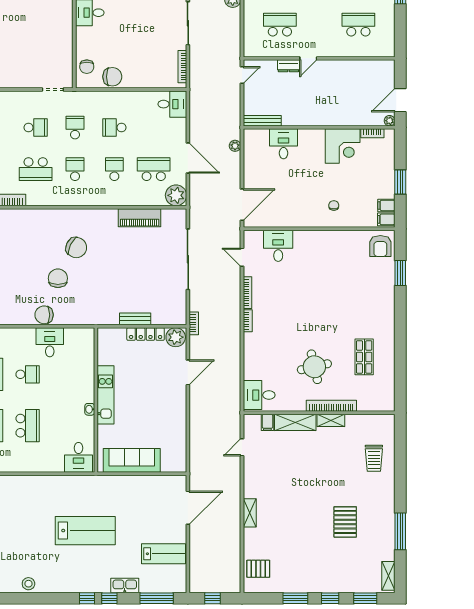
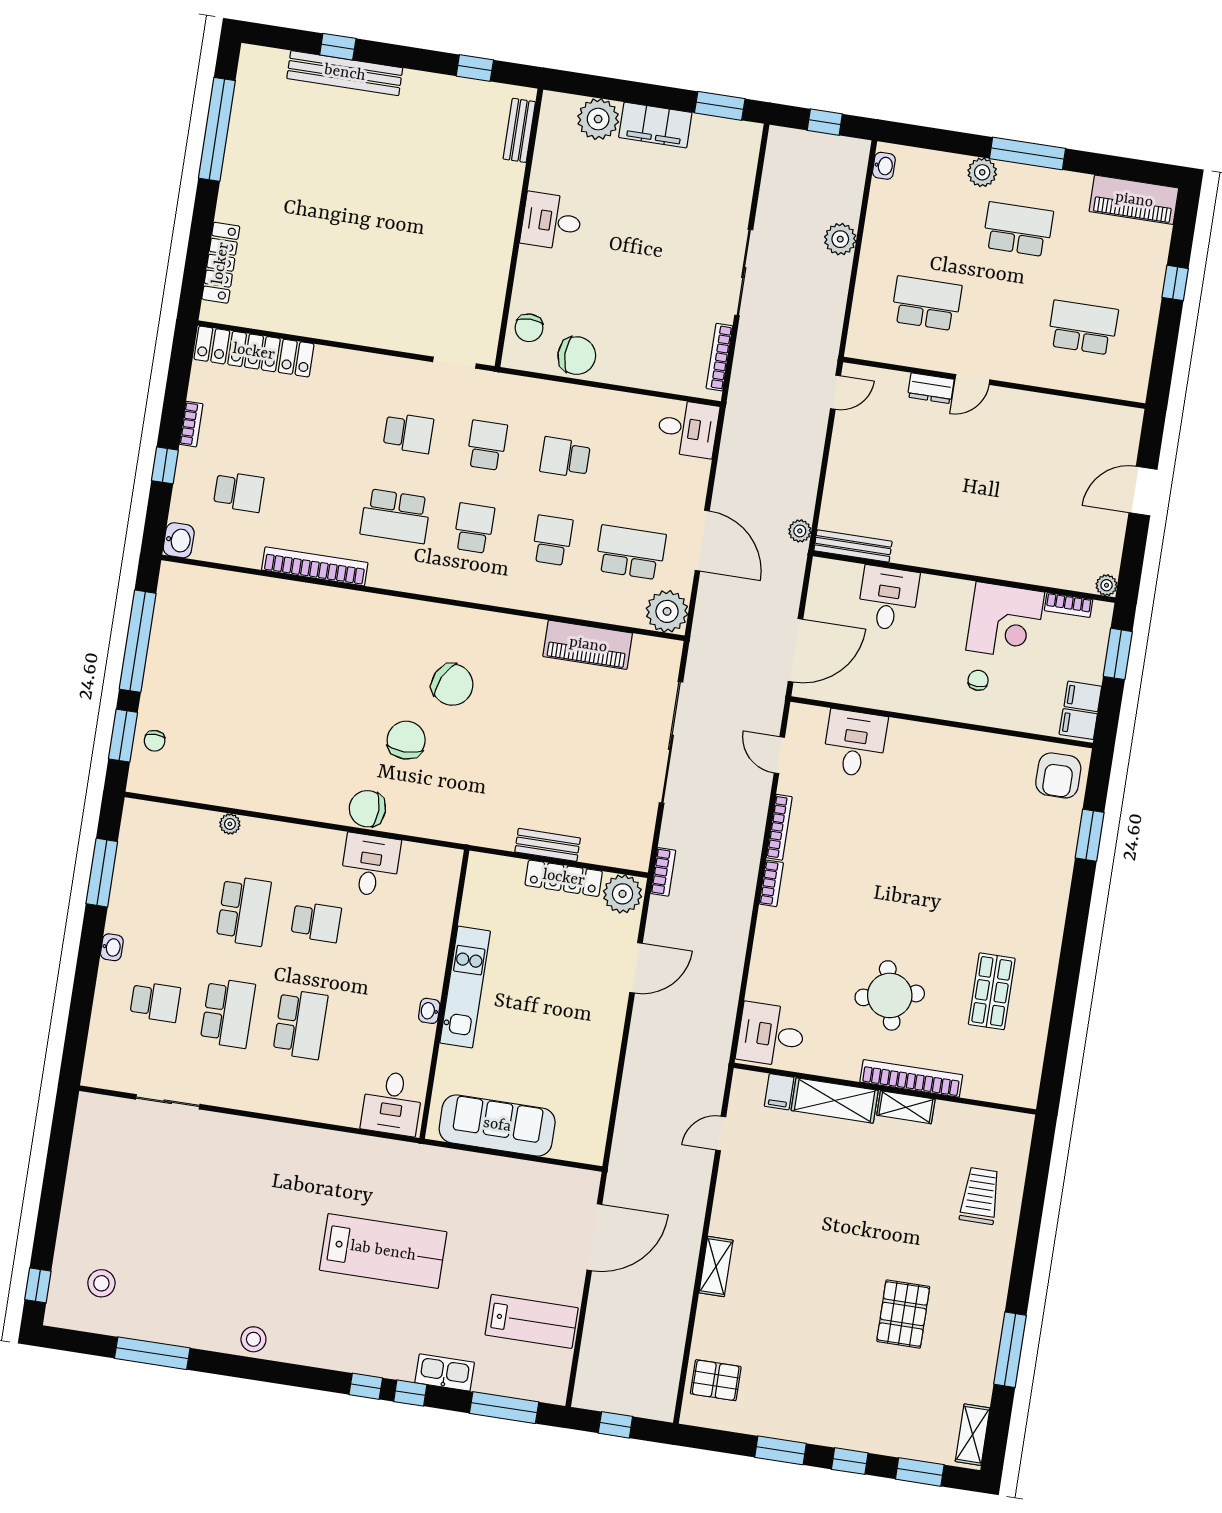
bench: (262, 121) -> (853, 546), moved
plant: (390, 121) -> (1107, 585), moved
wall: (319, 127) -> (964, 577), moved
bookcase: (372, 133) -> (1069, 605), moved
desk: (284, 144) -> (888, 598), moved
corner desk: (343, 146) -> (1005, 621), moved
trolley: (374, 458) -> (980, 1196), turned 180

